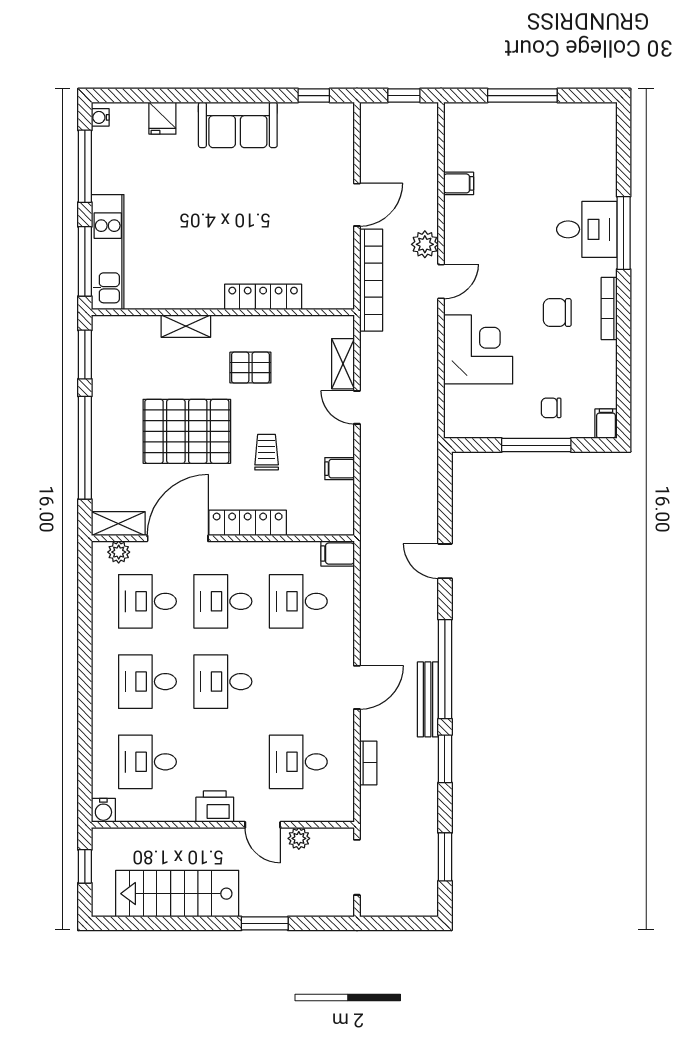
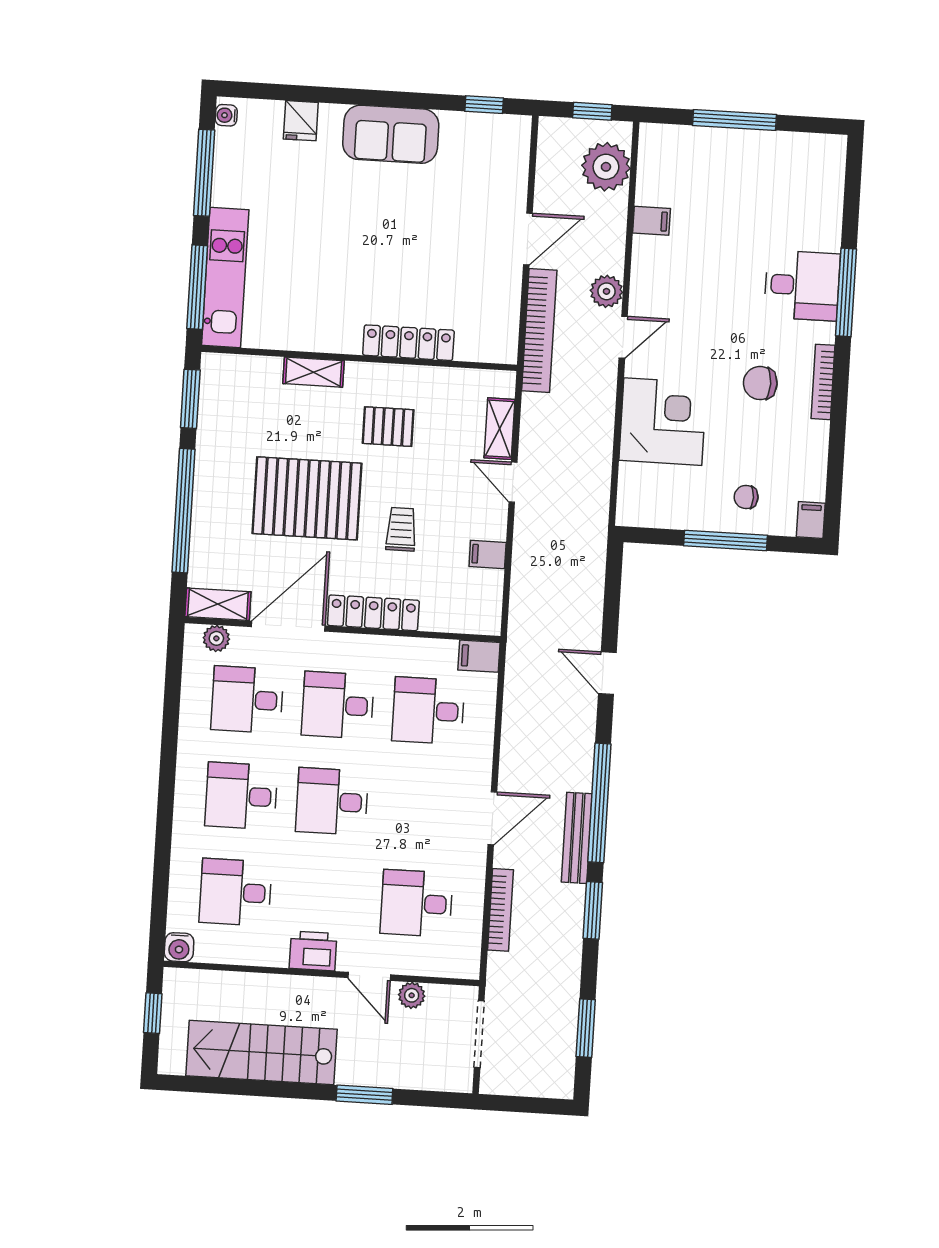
plant: (418, 141) -> (606, 167), added
bookcase: (368, 763) -> (500, 910), width x1.56

